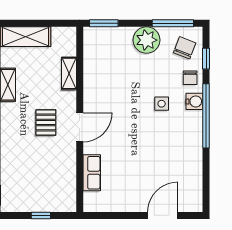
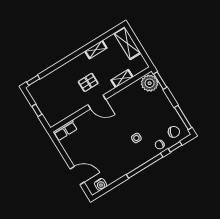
plant: (147, 40) -> (150, 83), moved
water cooler: (194, 101) -> (101, 184), moved
row of seats: (92, 173) -> (65, 130), moved

